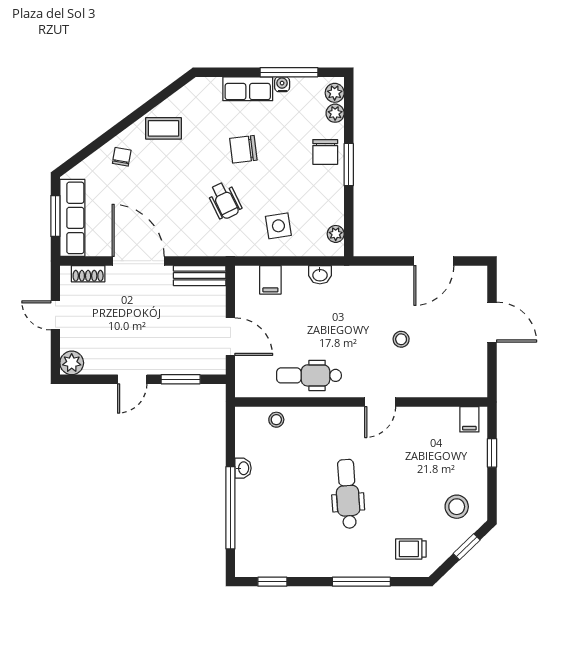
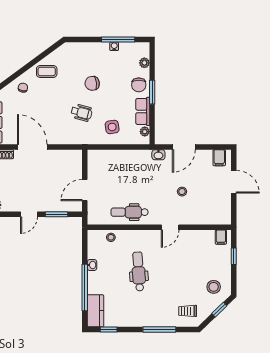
row of seats: (248, 89) -> (143, 111), moved, turned 90
plant: (335, 93) -> (144, 51), removed
wheelchair: (225, 201) -> (81, 113), turned -49
door: (434, 261) -> (184, 147), moved
washbasin: (320, 275) -> (158, 155), moved
bench: (200, 276) -> (67, 155), removed
filing cabinet: (270, 280) -> (219, 158), moved
door: (230, 337) -> (85, 190), swing flipped
dental chair: (348, 494) -> (139, 271), moved
kitchen counter: (249, 549) -> (95, 311), added

